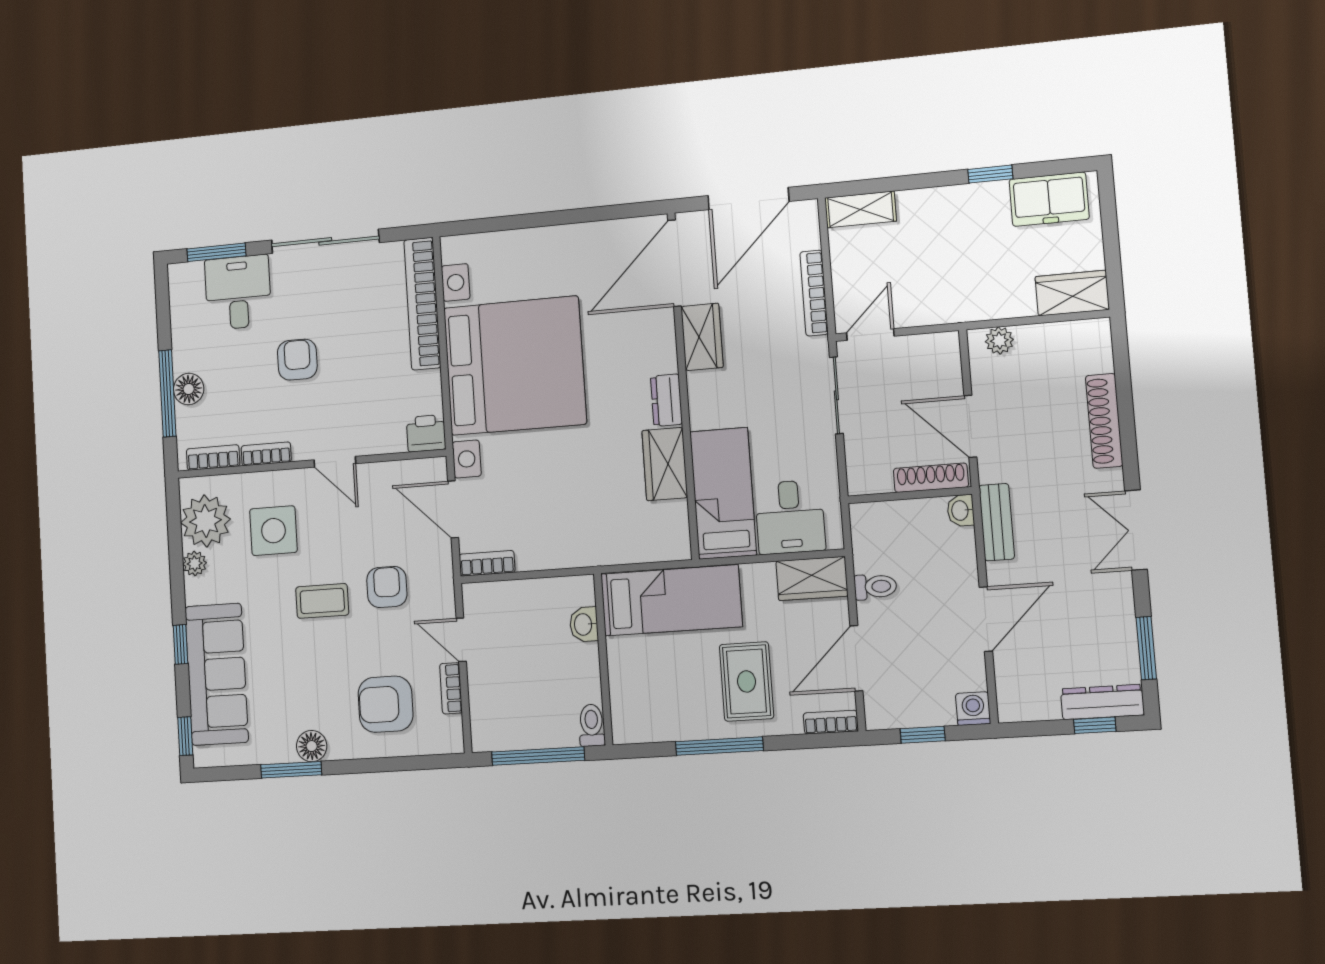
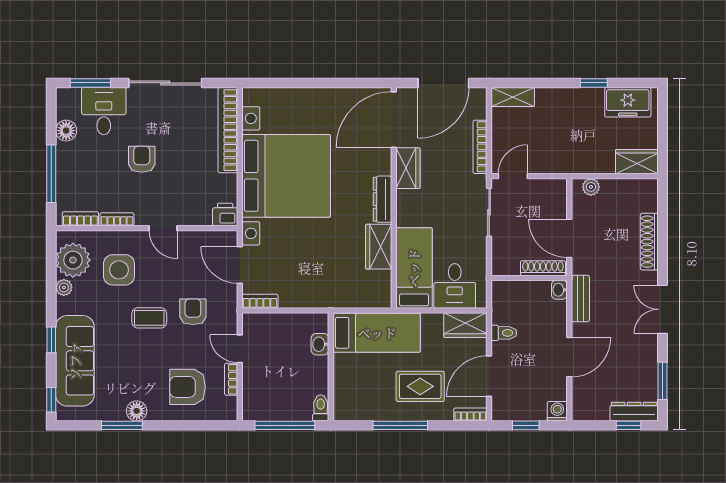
floor lamp: (189, 389) -> (66, 131), moved
dresser: (666, 400) -> (382, 199), width x1.44
rug: (747, 681) -> (420, 386), turned 90

